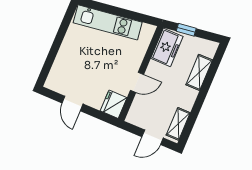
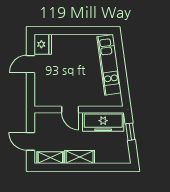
freezer: (167, 47) -> (103, 122), width x1.40
shelving: (199, 72) -> (80, 157), moved
fridge: (114, 104) -> (43, 44), moved, turned 90

